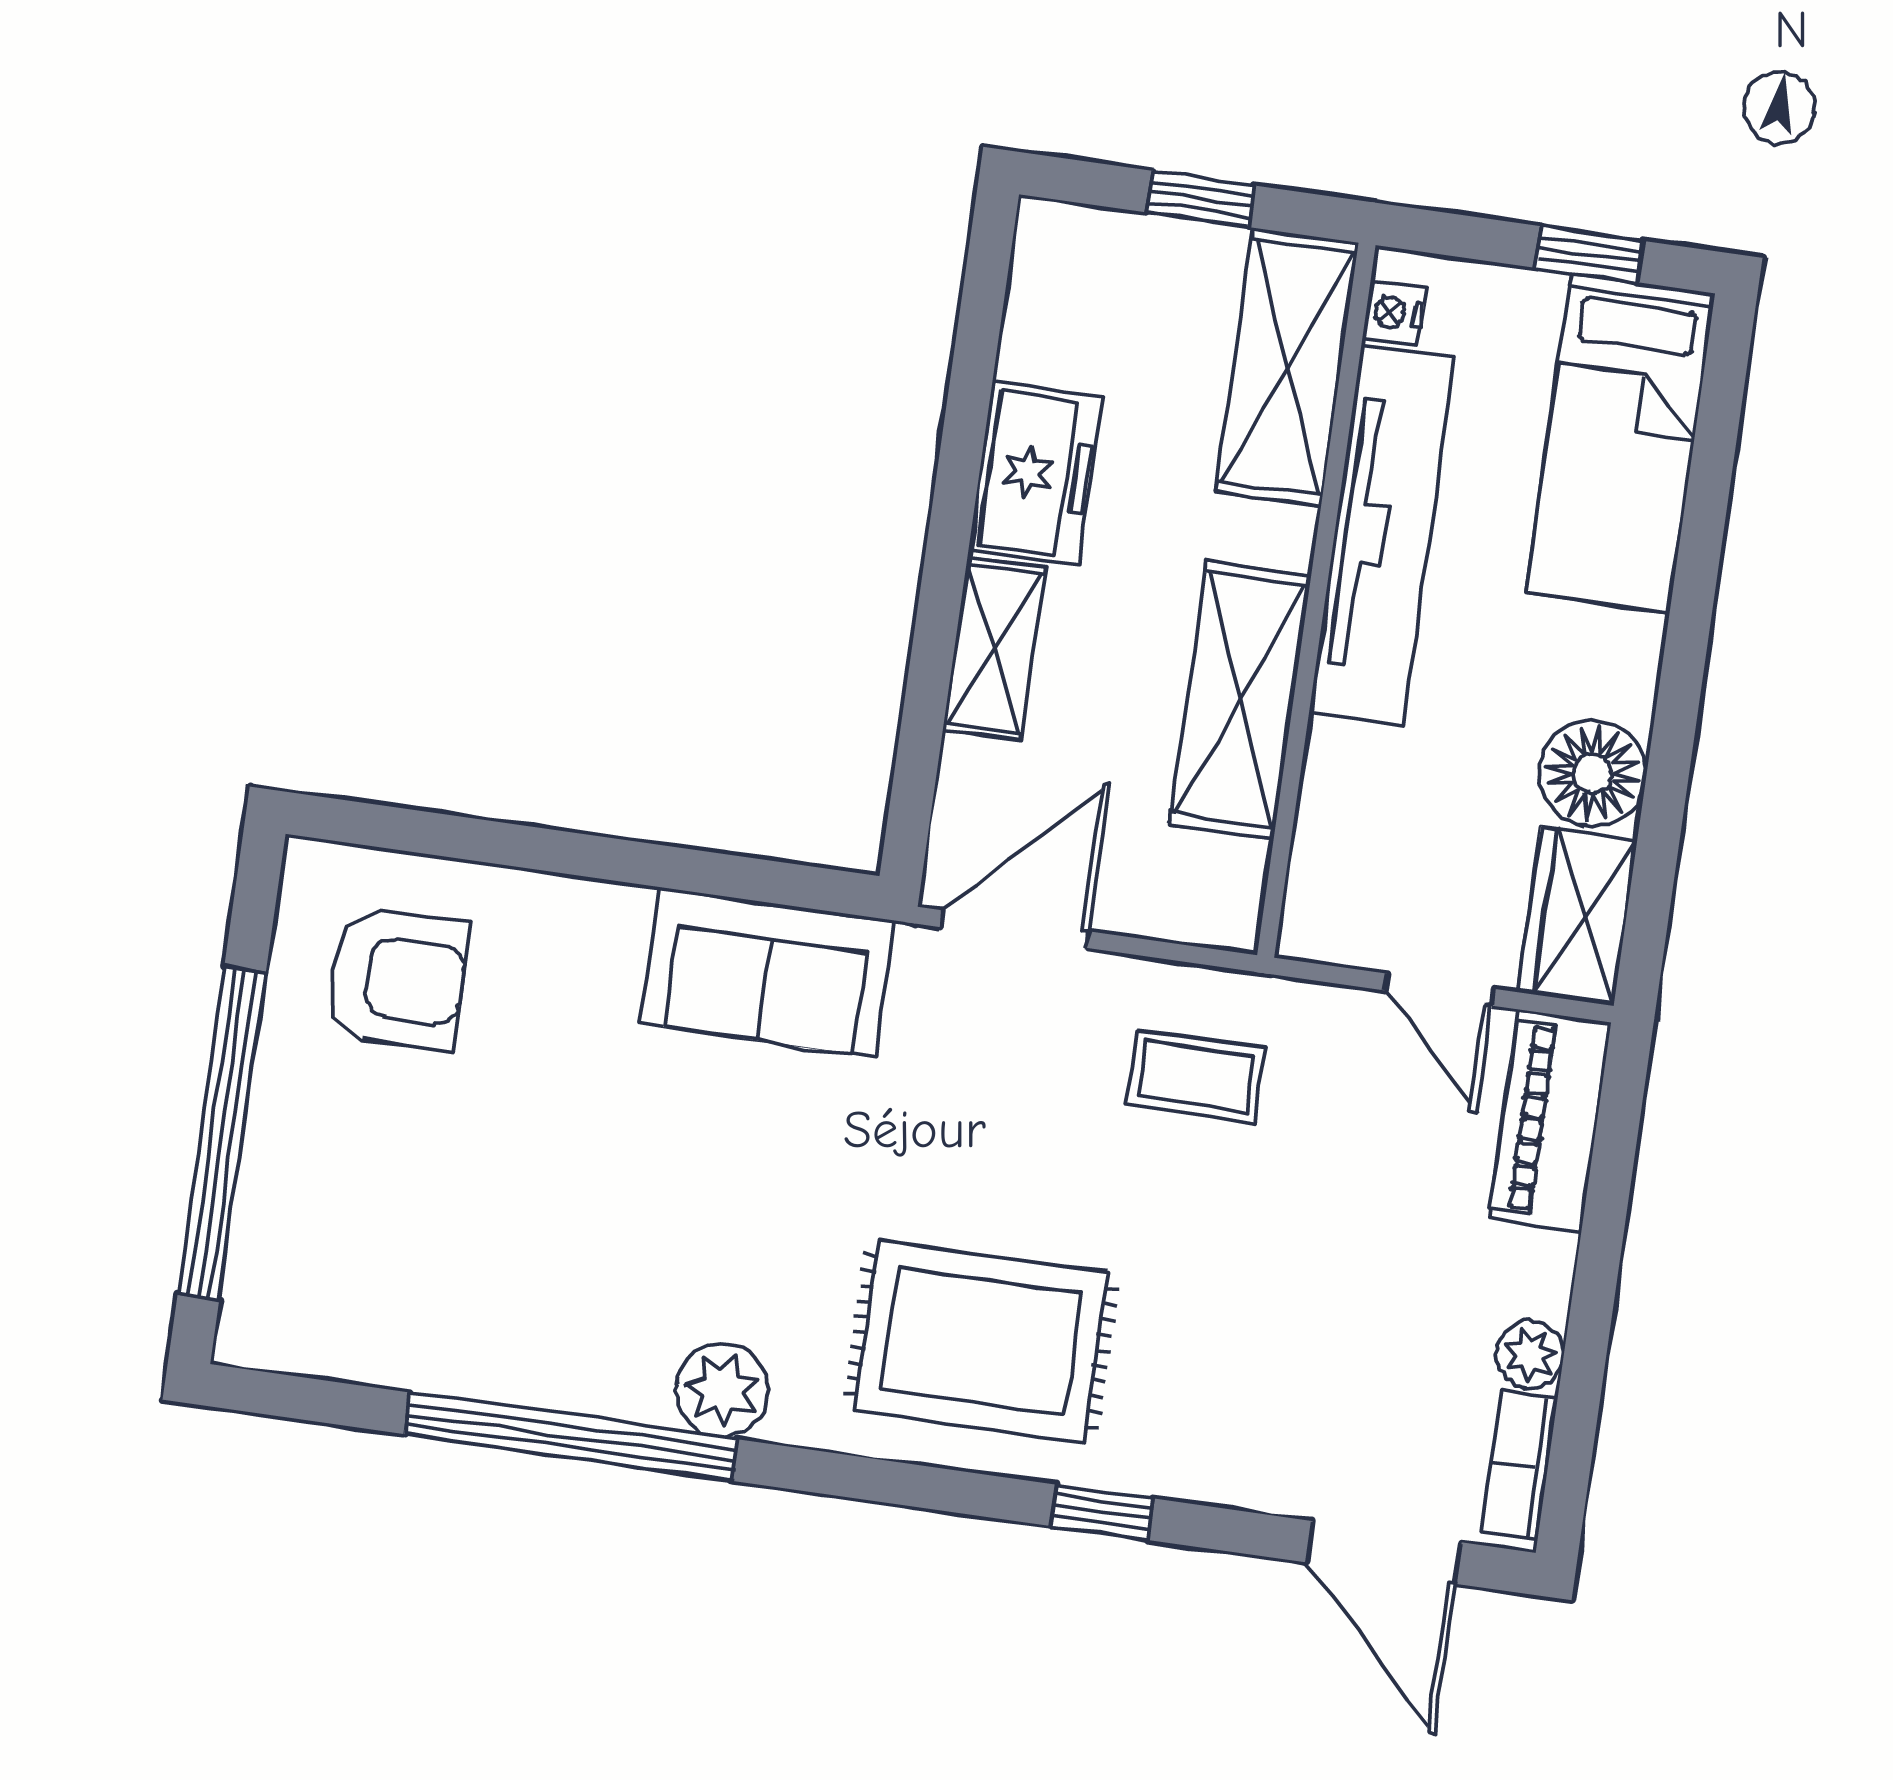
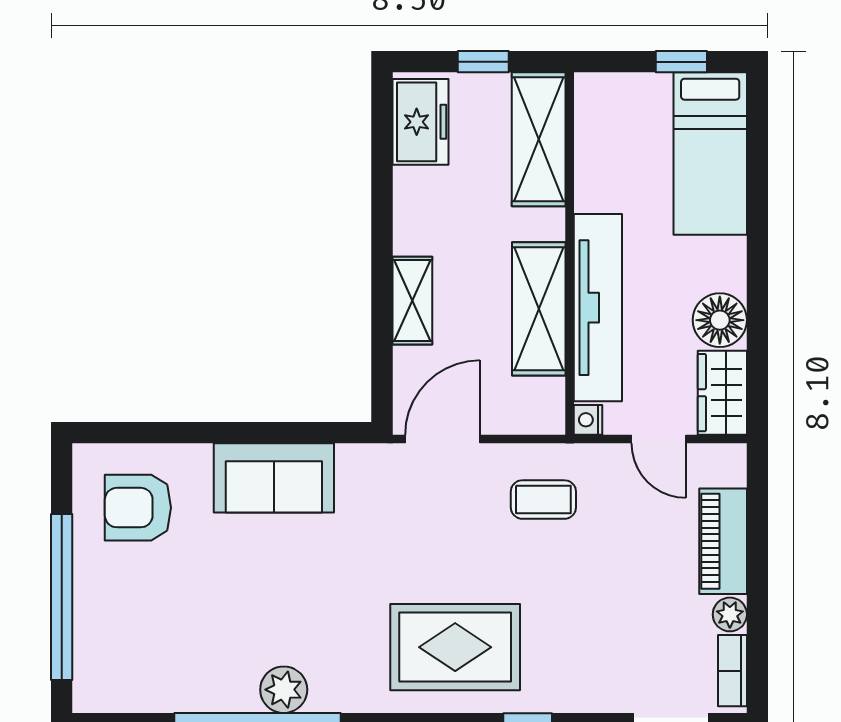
nightstand: (1394, 313) -> (588, 420), moved
freezer: (1035, 473) -> (421, 122), moved
tv unit: (1382, 536) -> (598, 308), moved
sofa: (768, 972) -> (274, 478), moved
armchair: (397, 979) -> (138, 508), turned 180
piano: (1550, 1121) -> (723, 541), moved
plant: (722, 1390) -> (284, 690), moved

